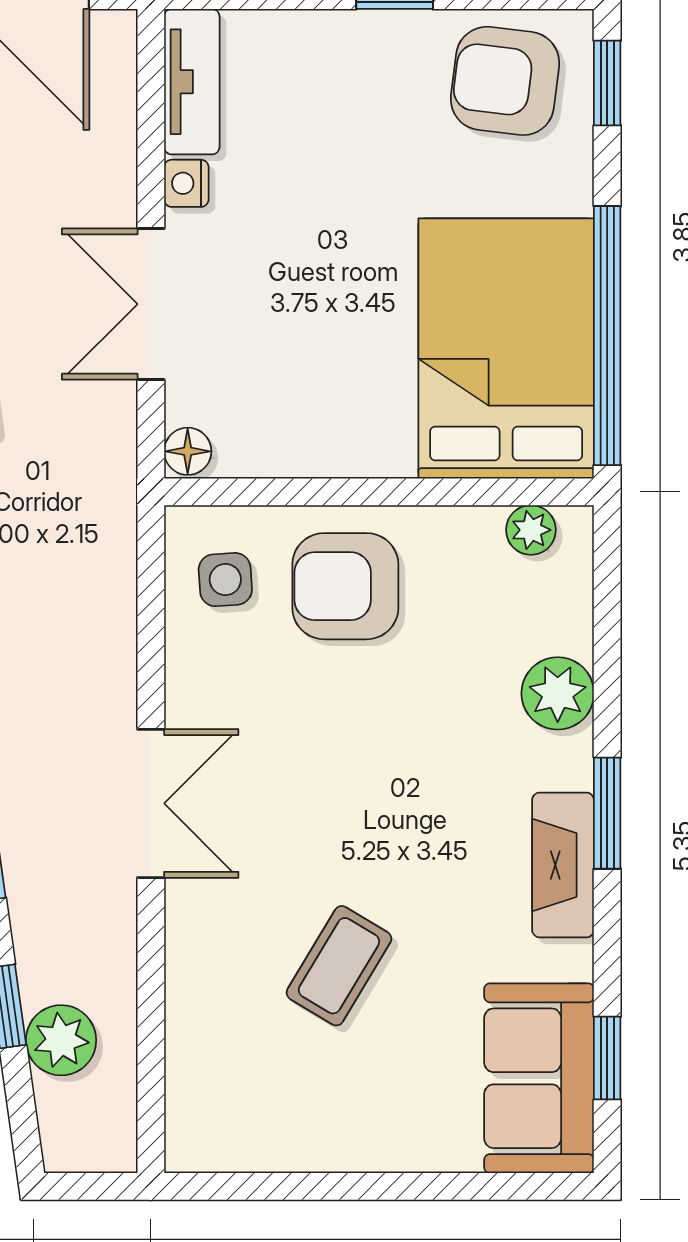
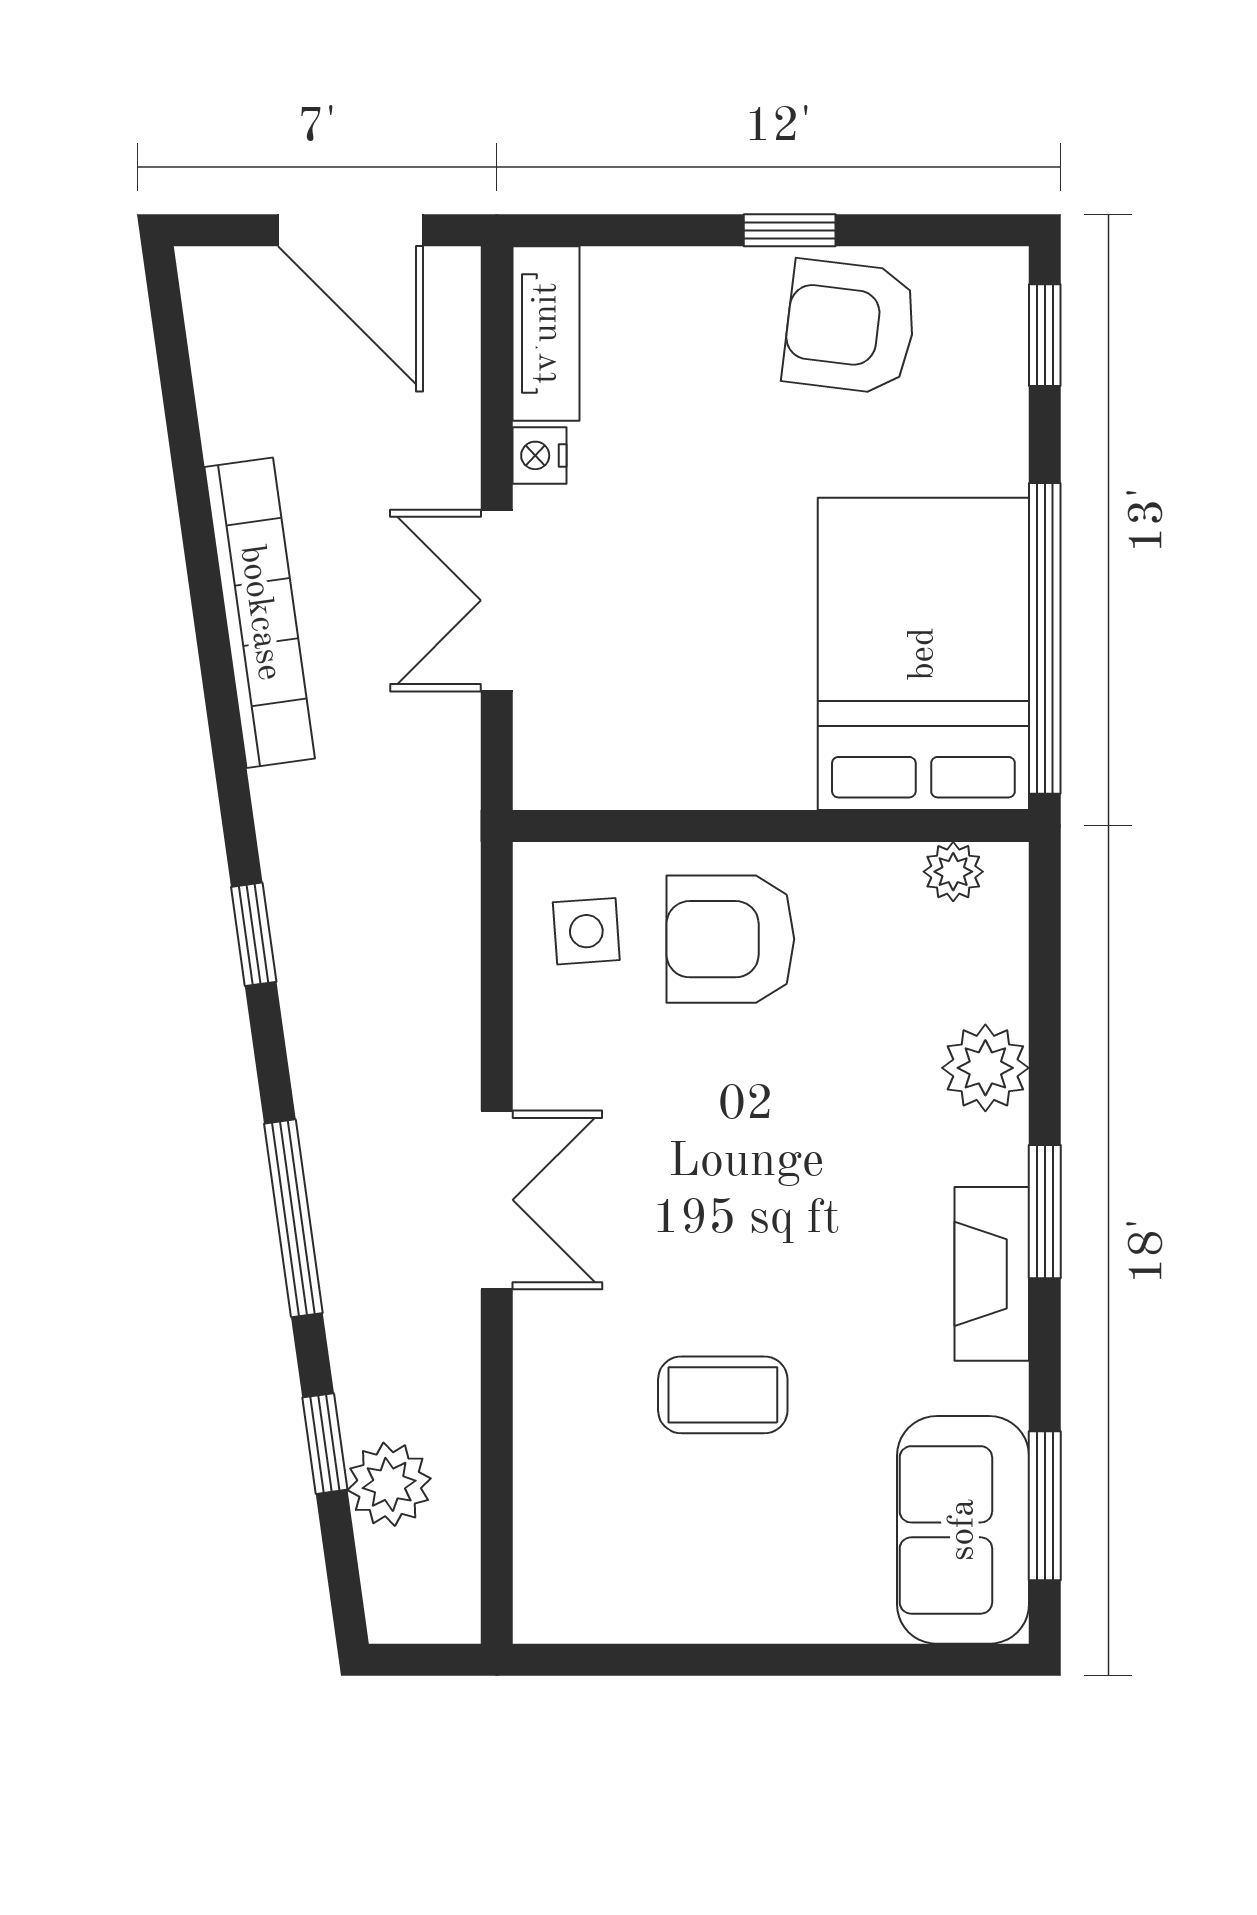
armchair: (505, 81) -> (850, 327), moved
floor lamp: (188, 451) -> (541, 777), removed
coffee table: (339, 966) -> (723, 1395), turned 59
window: (607, 1058) -> (1045, 1506), width x1.50

